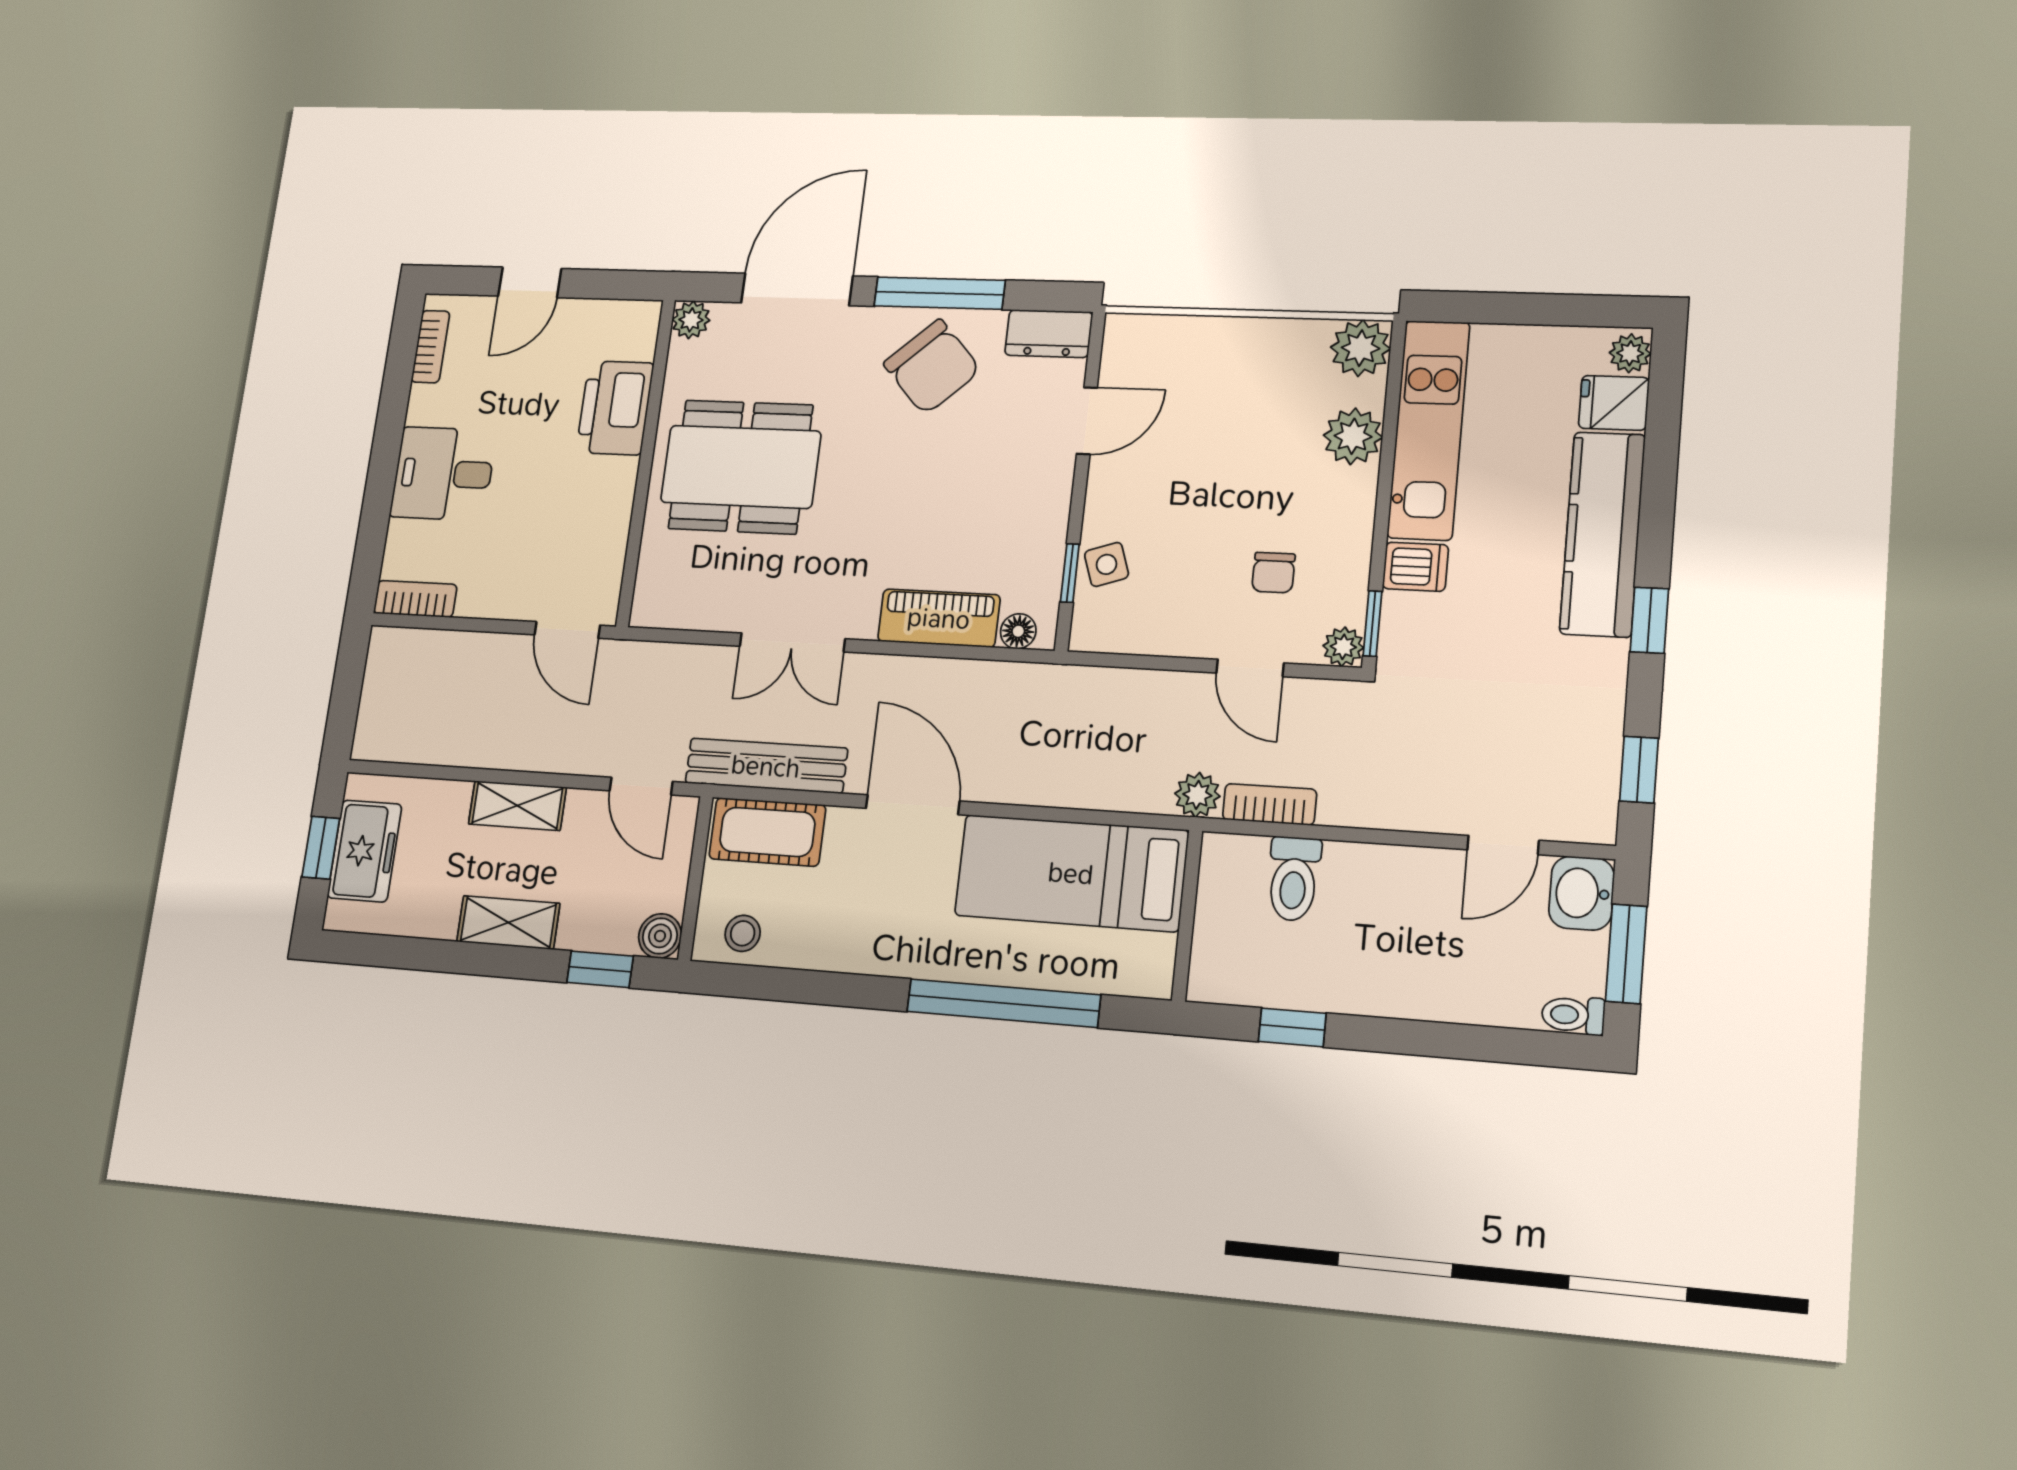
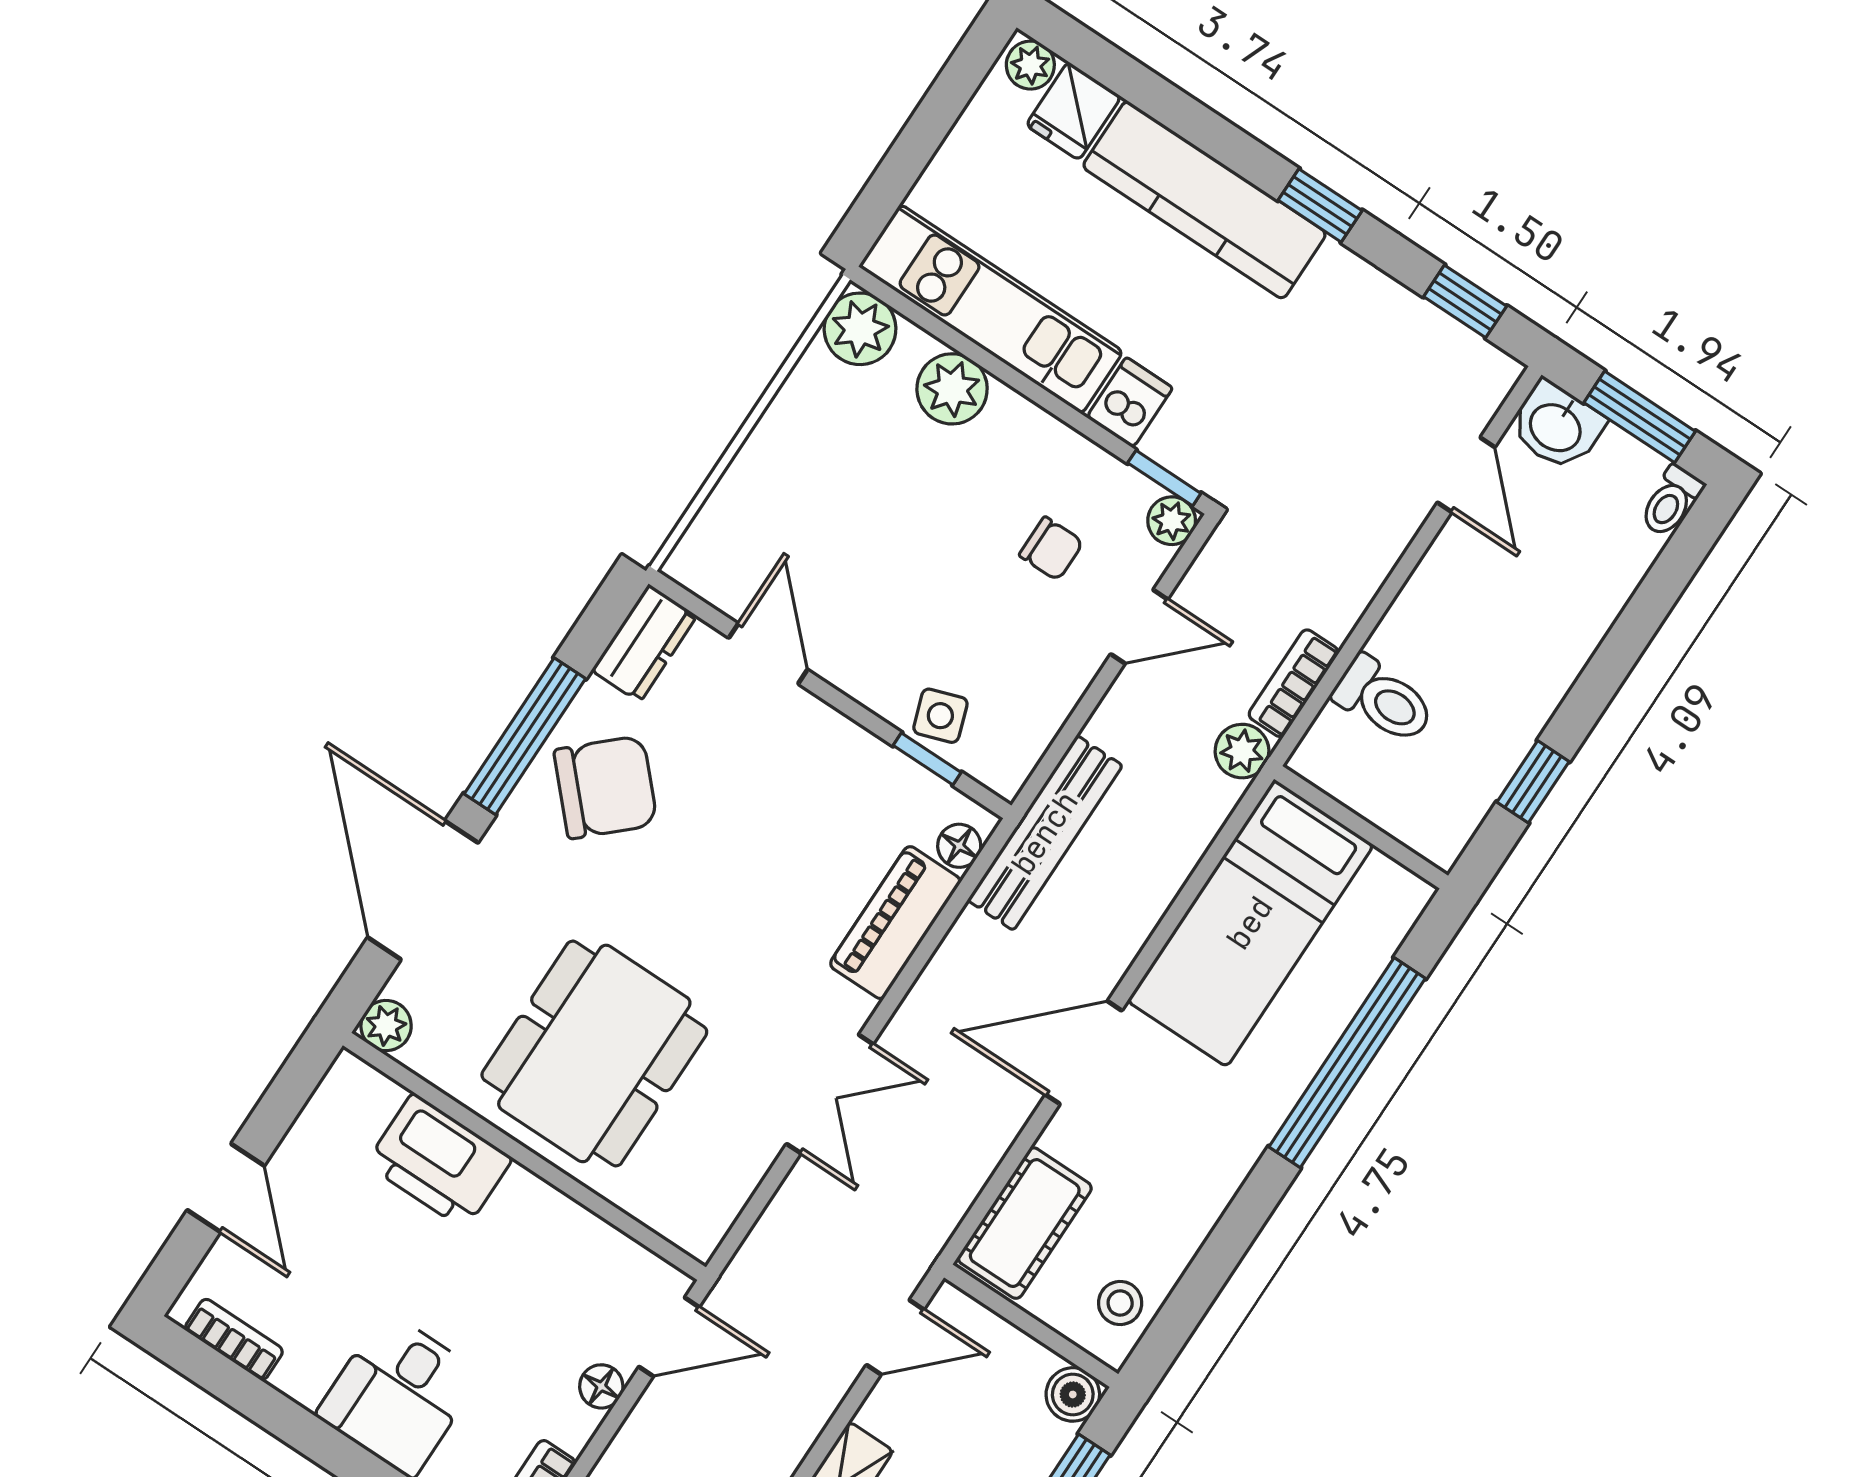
floor lamp: (511, 604) -> (601, 1386), added
bench: (766, 766) -> (1045, 833), moved

